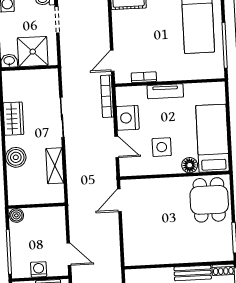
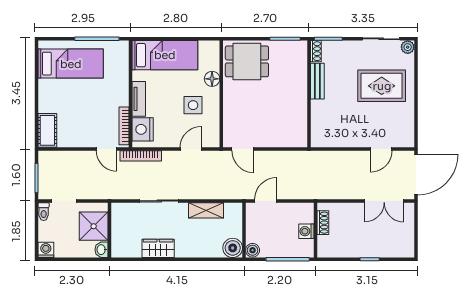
bookcase: (144, 77) -> (124, 126), width x1.56
nightstand: (128, 118) -> (143, 129), moved, turned 90
bed: (213, 138) -> (165, 55), moved, turned 180
boiler: (16, 157) -> (233, 248), moved
door: (69, 254) -> (266, 201), moved

